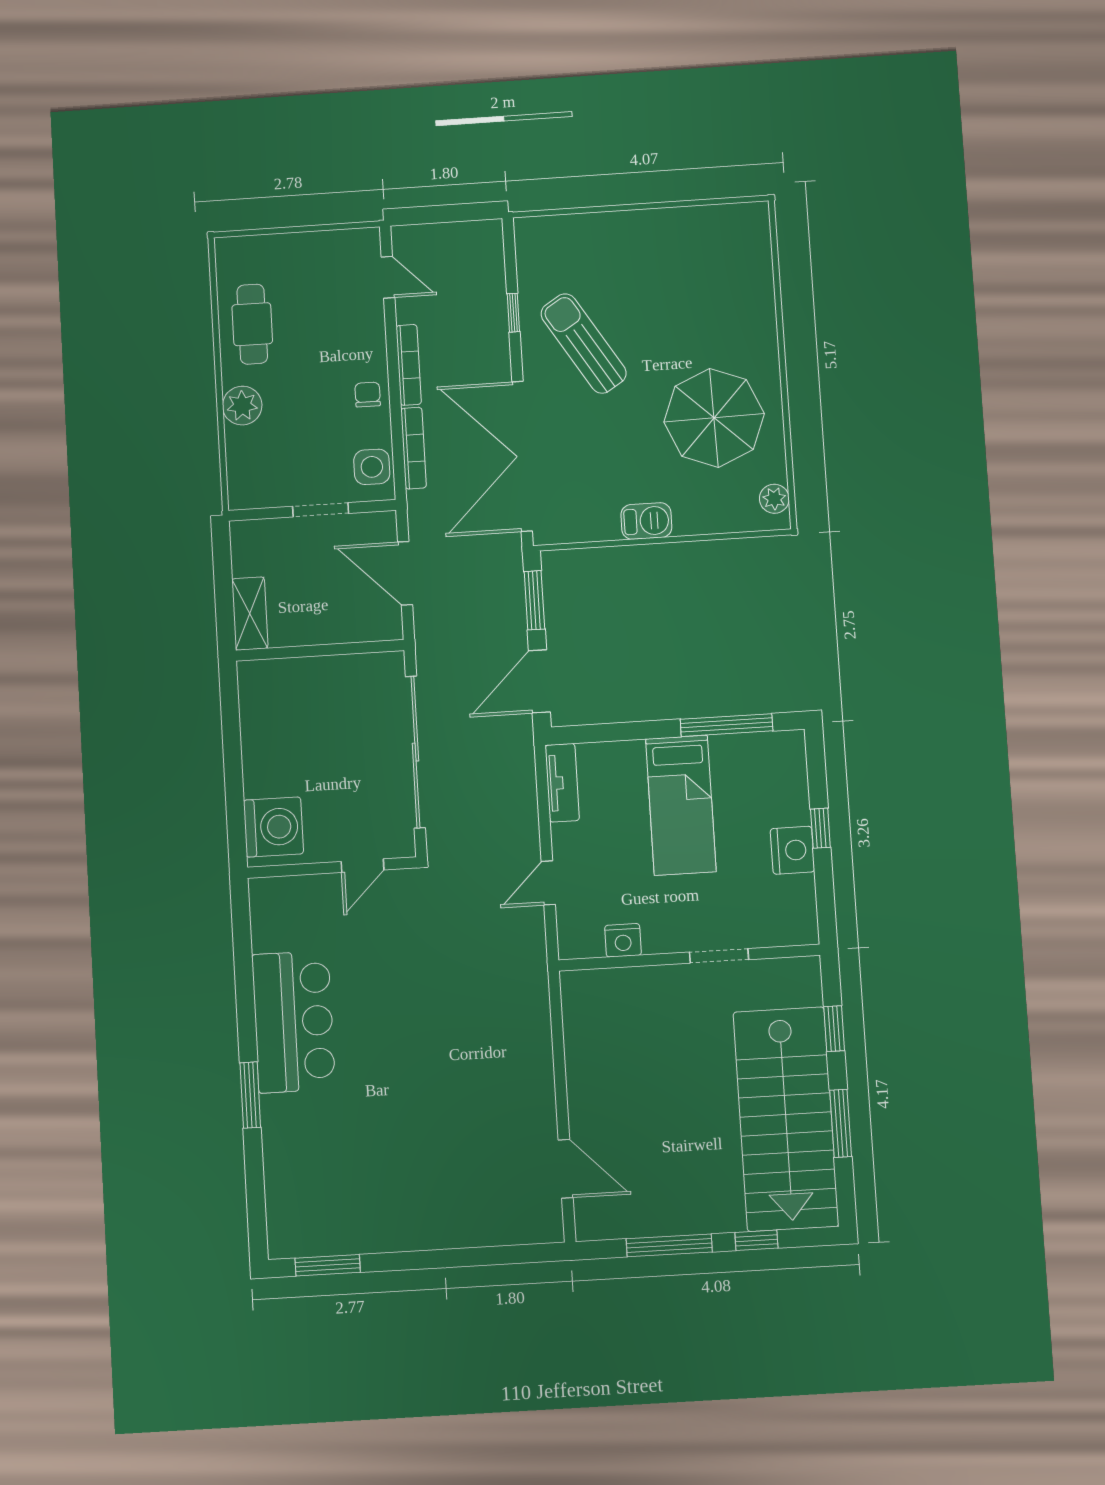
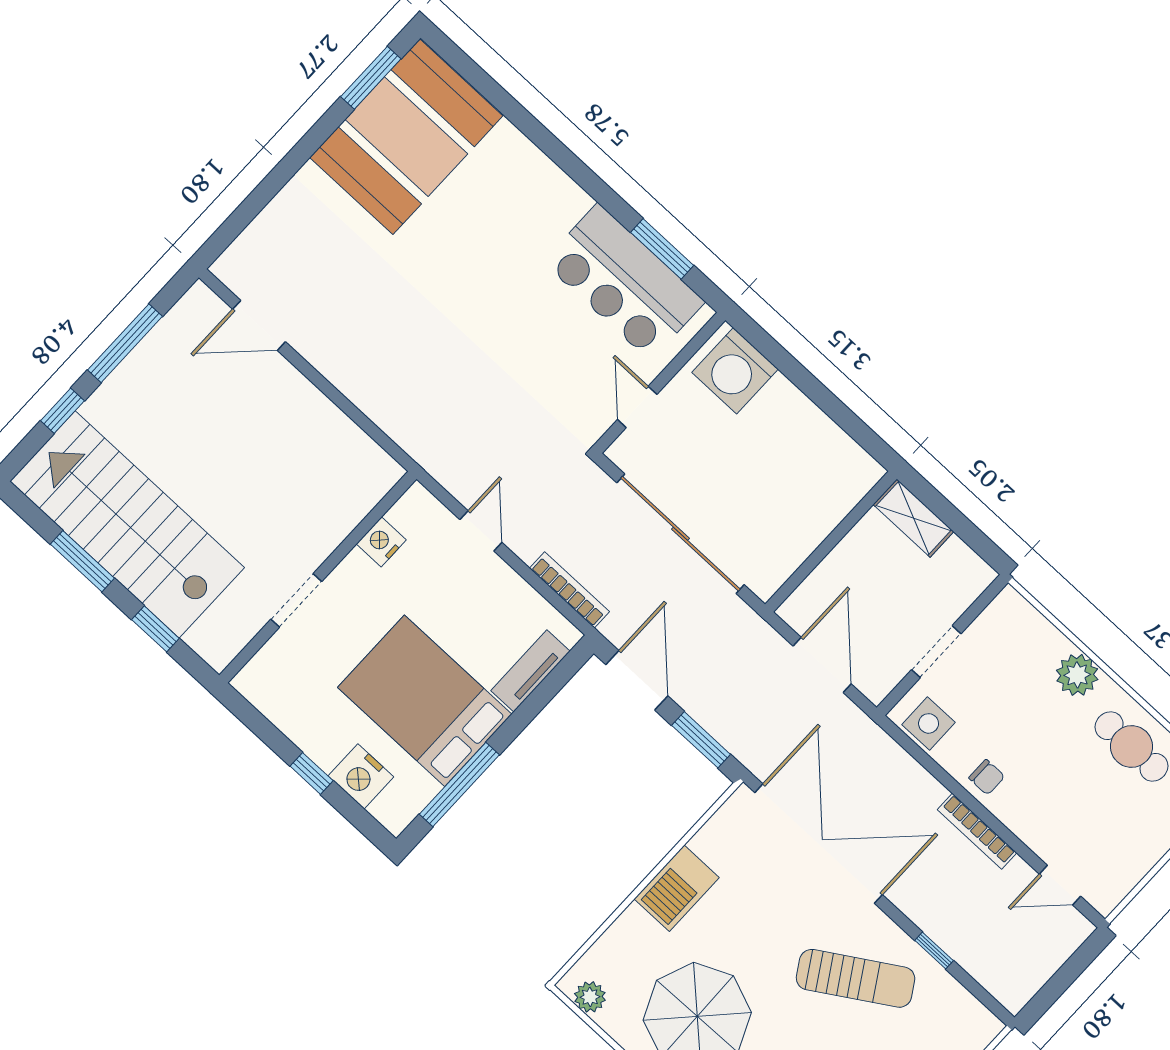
bookcase: (414, 448) -> (569, 590), moved, turned 180
barbecue: (646, 521) -> (677, 888), width x1.38, depth x1.27
door: (405, 573) -> (822, 665), hinge flipped
tv unit: (562, 783) -> (530, 671), moved, turned 90
bed: (681, 805) -> (425, 701), width x1.50
nightstand: (792, 850) -> (361, 776), moved
bar counter: (294, 1022) -> (624, 282), moved
window: (250, 1095) -> (662, 249), moved
booth: (342, 1201) -> (406, 137), added

